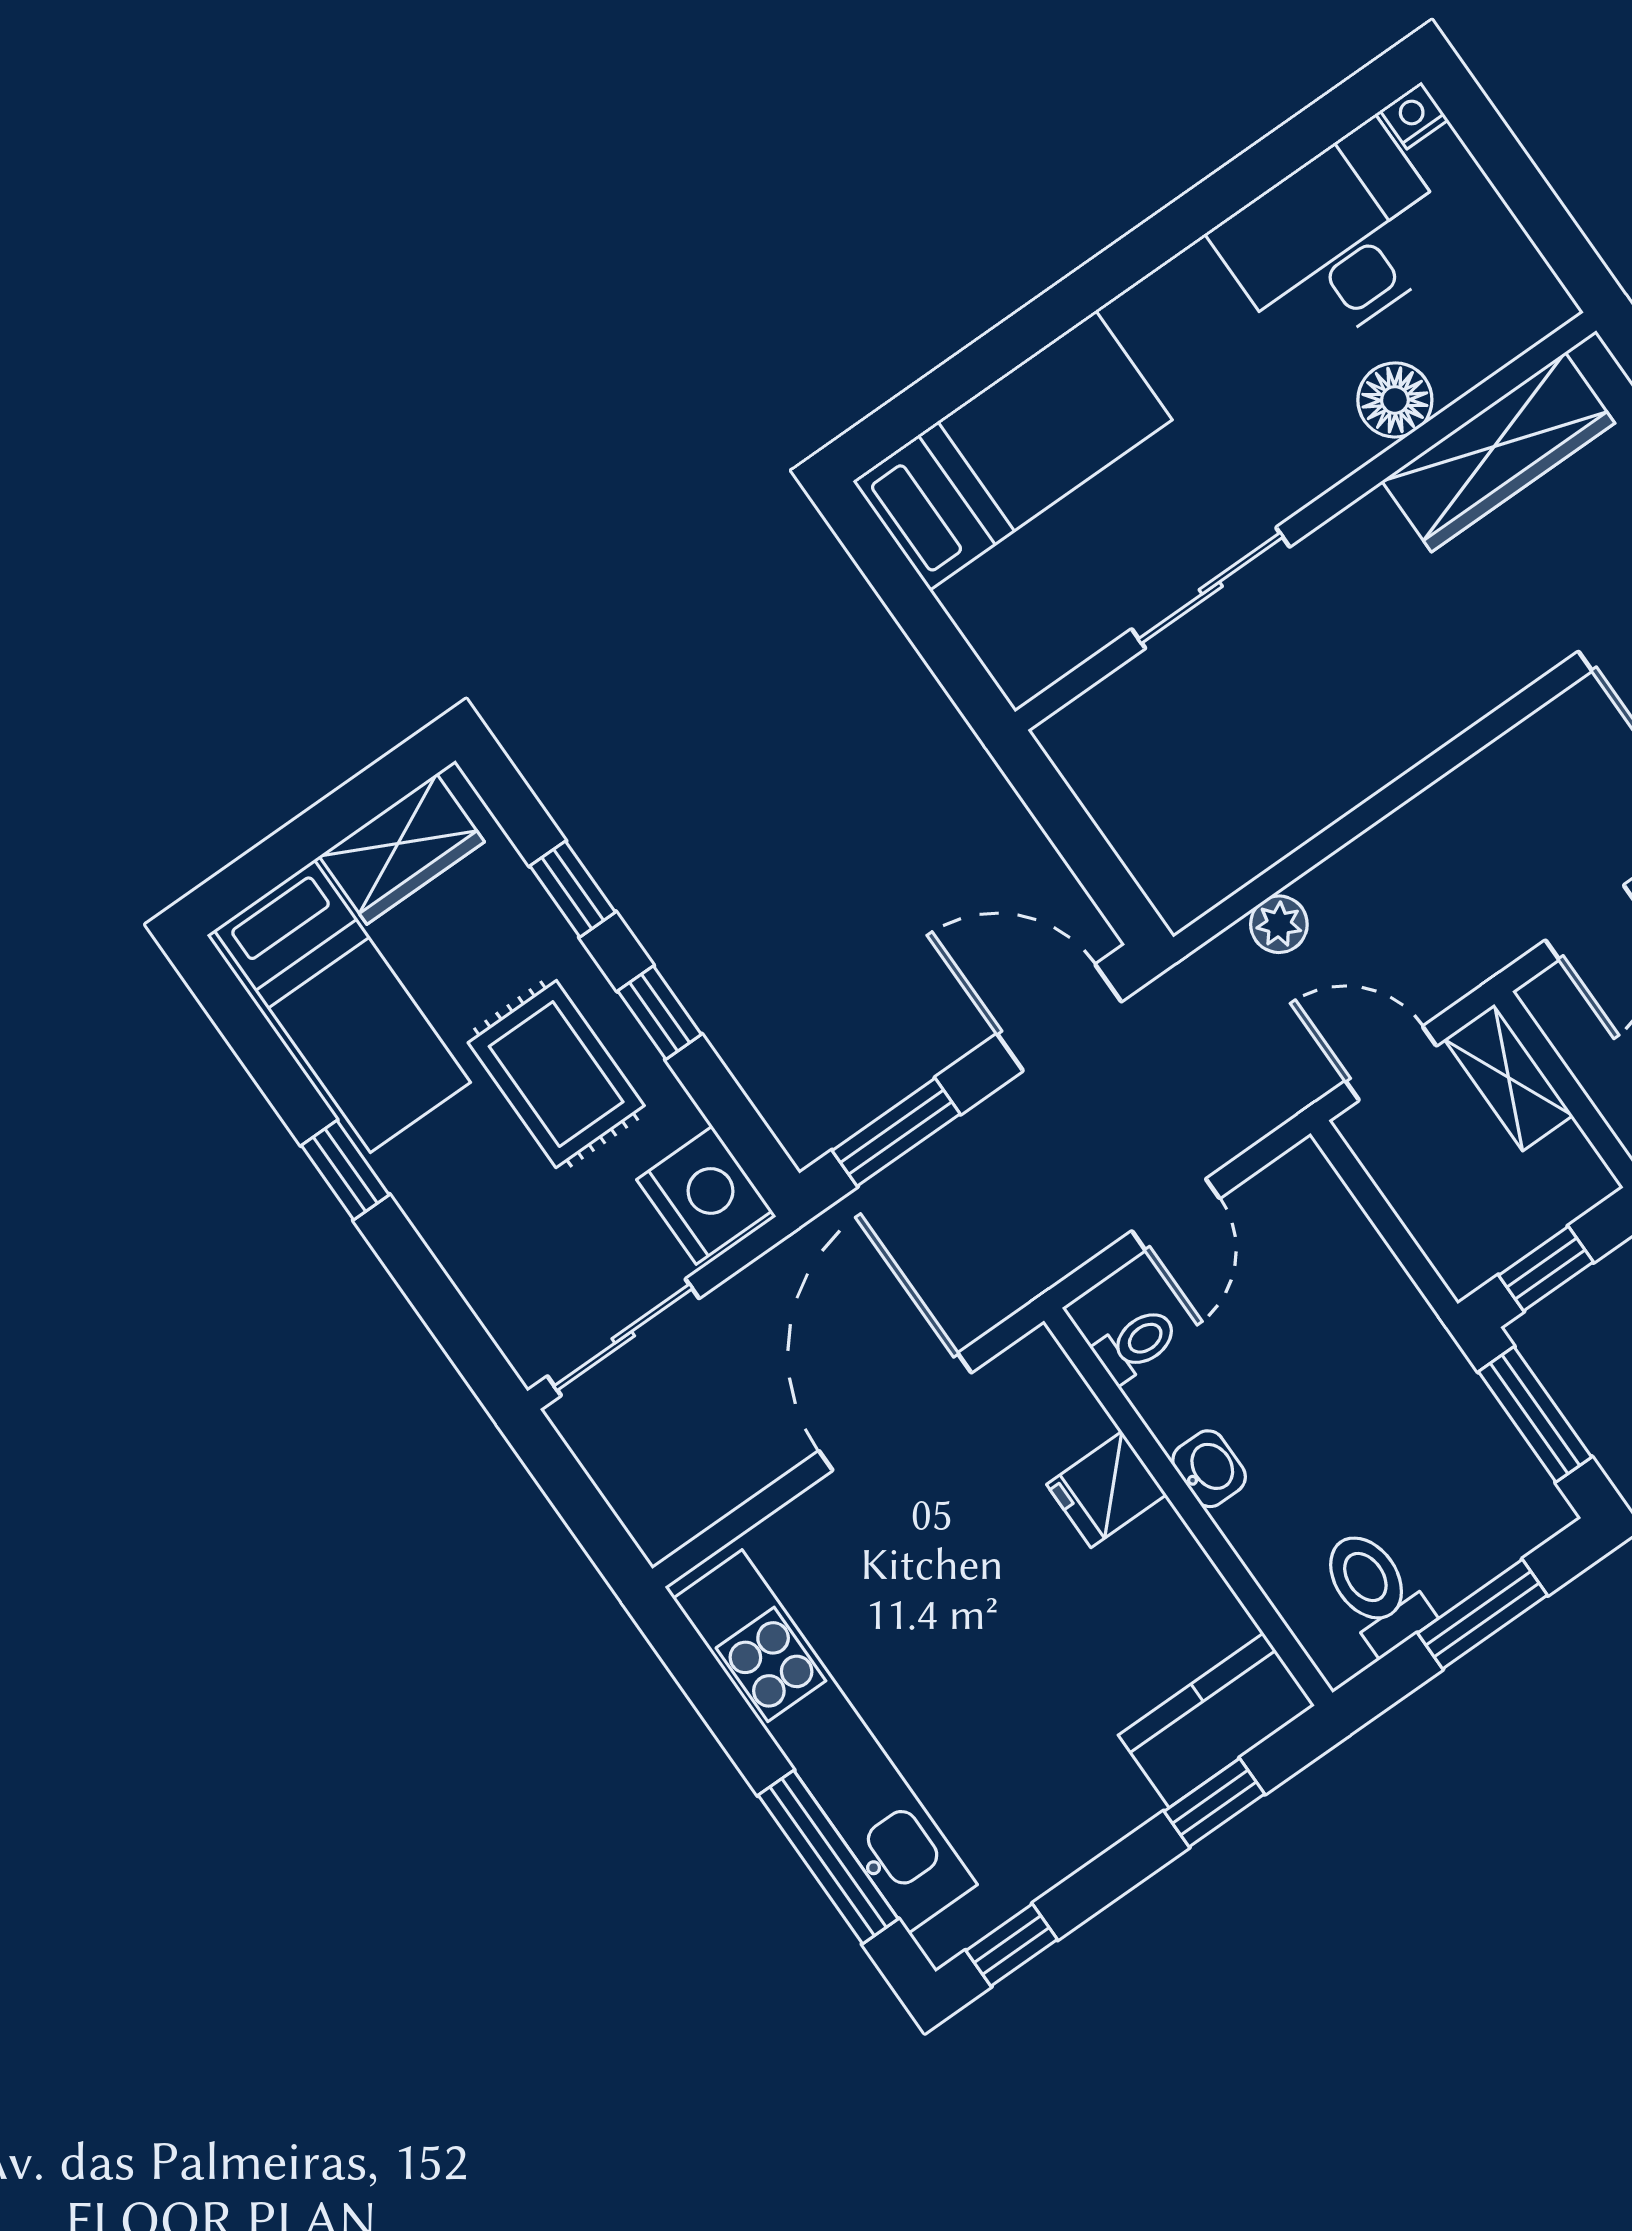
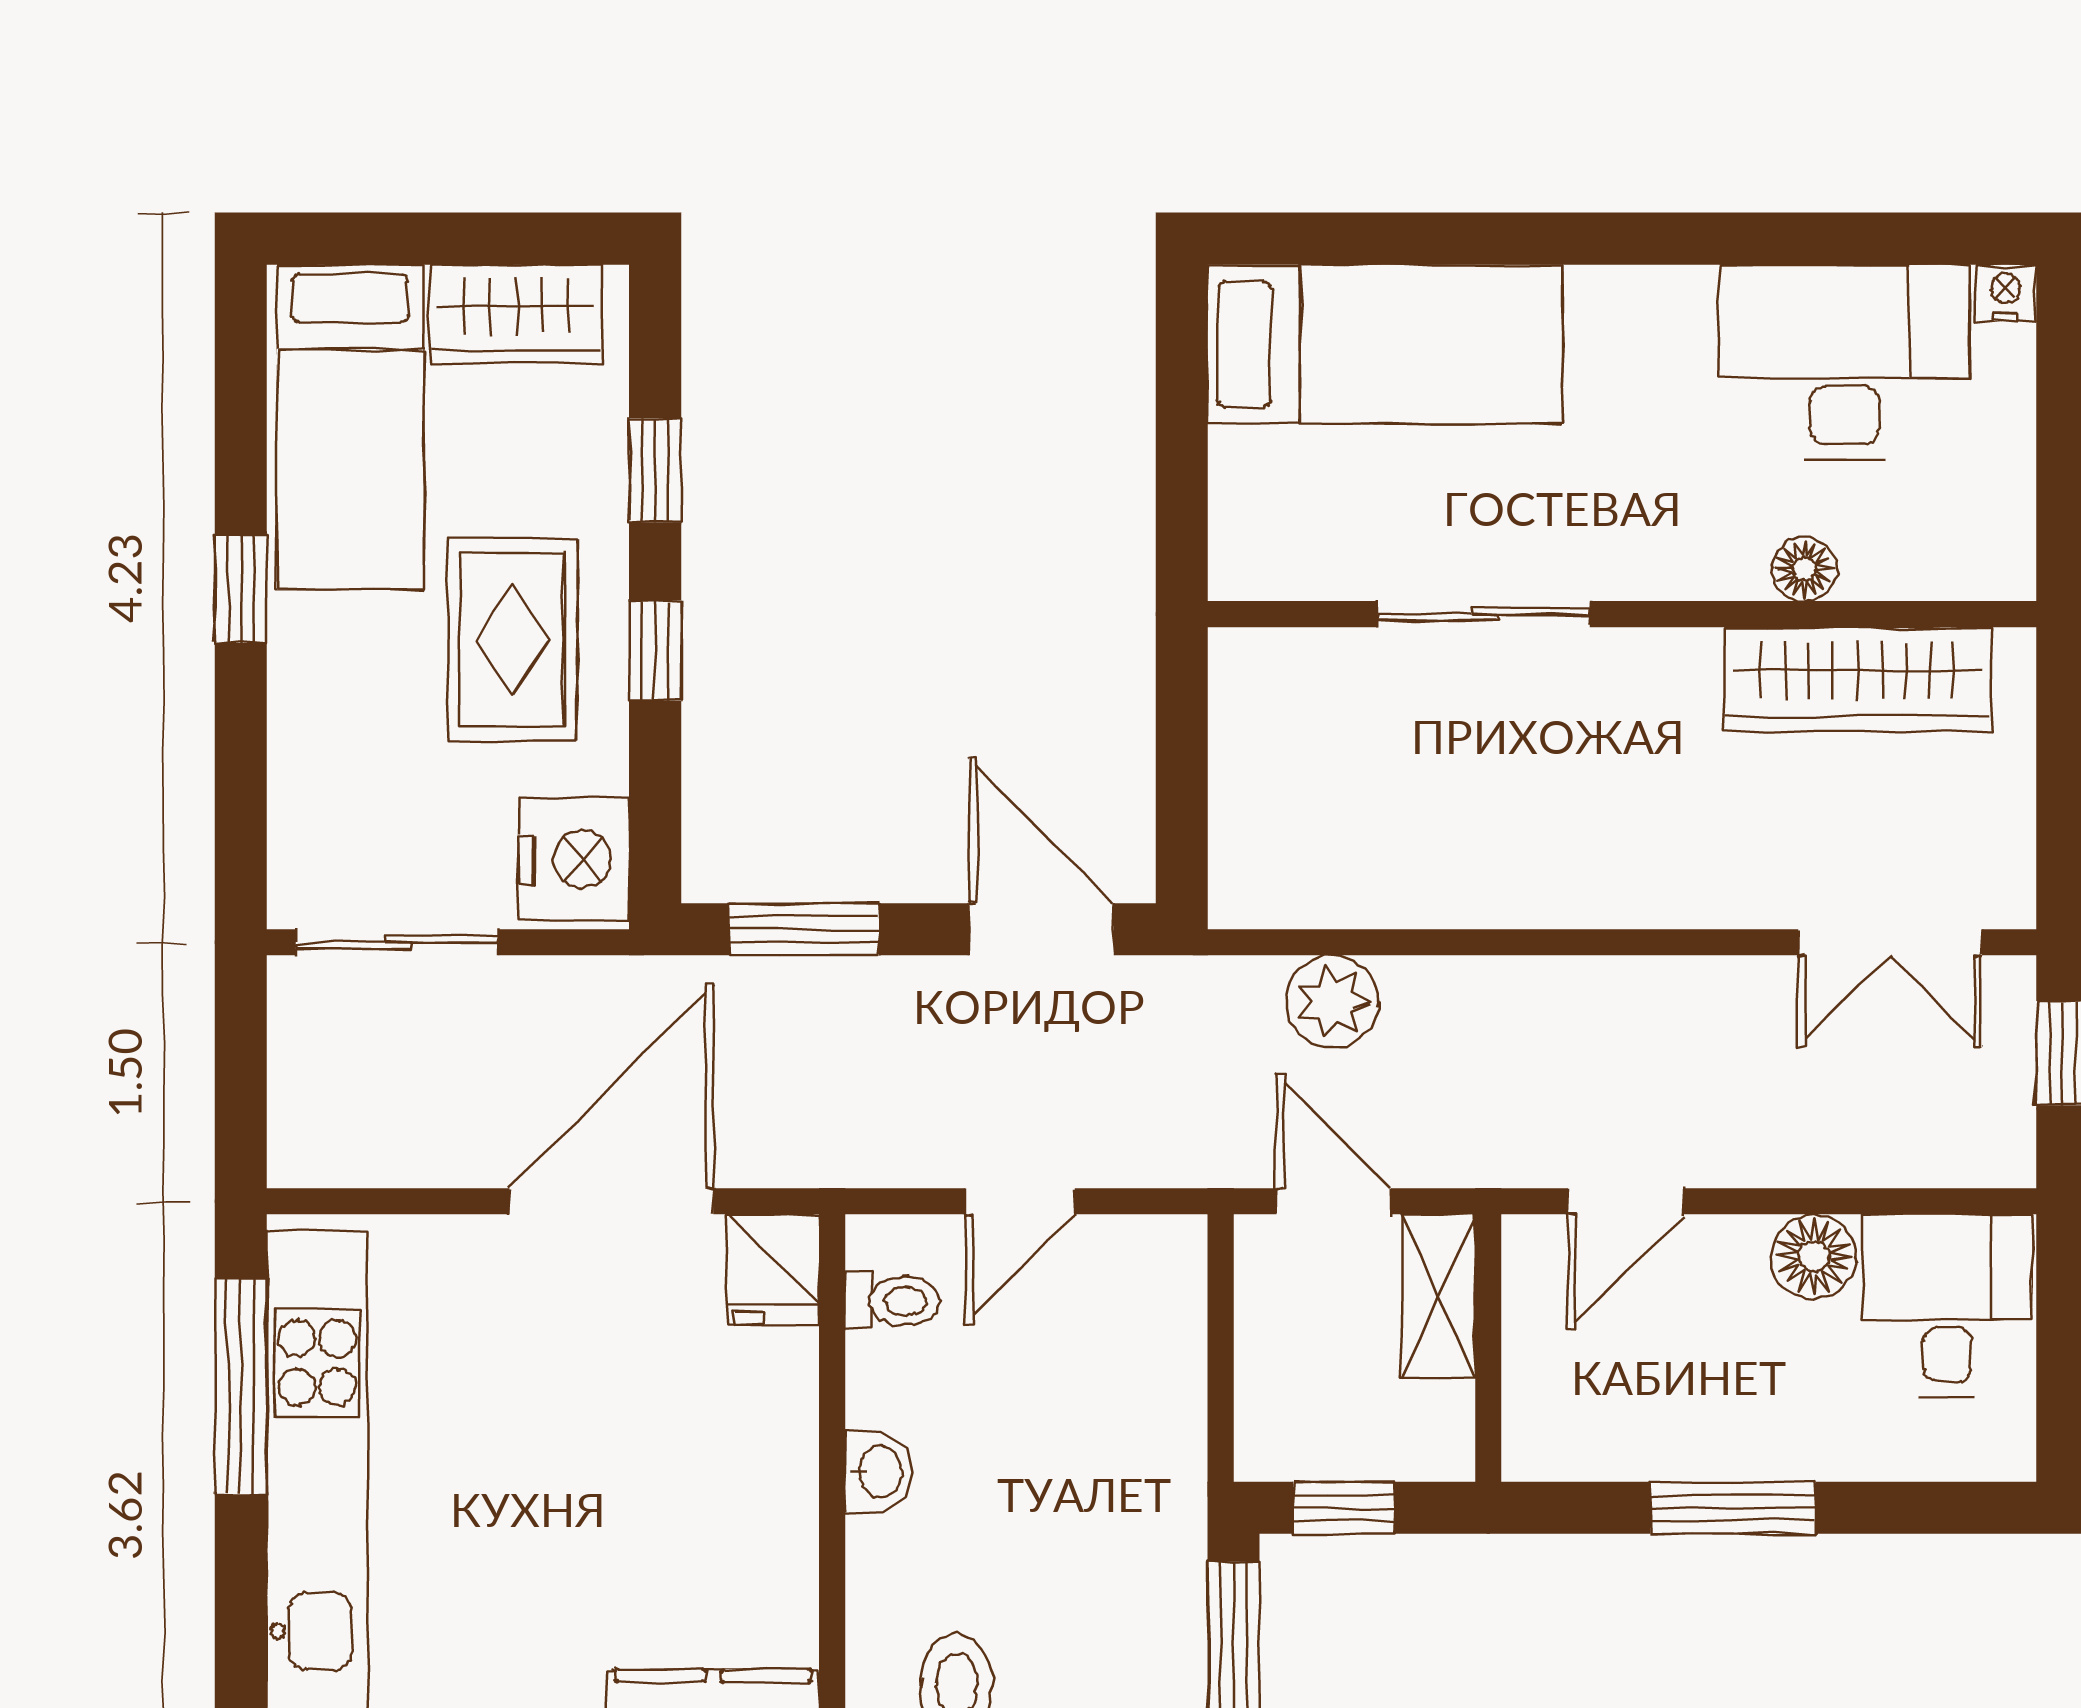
floor lamp: (1395, 400) -> (1804, 569), width x0.73, depth x0.73
plant: (1279, 924) -> (1332, 1002), width x1.38, depth x1.38
fridge: (1106, 1490) -> (773, 1269), moved, turned -90
window: (828, 1857) -> (241, 1386), moved

